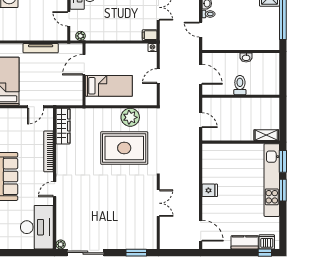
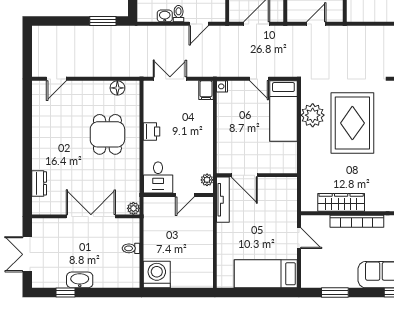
tv unit: (41, 48) -> (223, 200), moved
bed: (109, 86) -> (283, 111), moved, turned 180
wardrobe: (63, 126) -> (341, 202), moved

